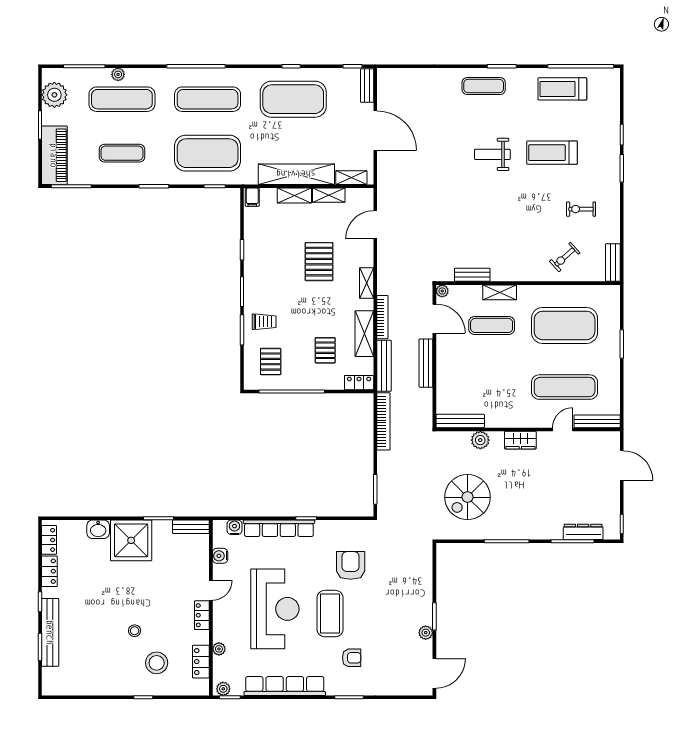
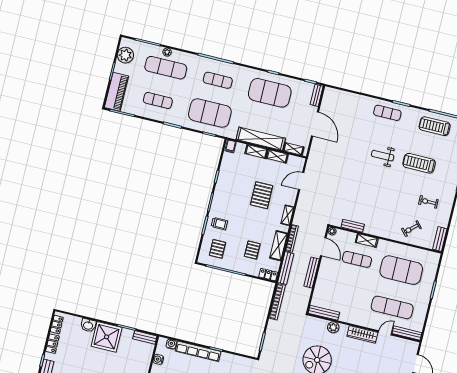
exercise mat: (208, 99) -> (218, 80), width x0.73, depth x0.69
wardrobe: (520, 440) -> (362, 334), width x1.50

